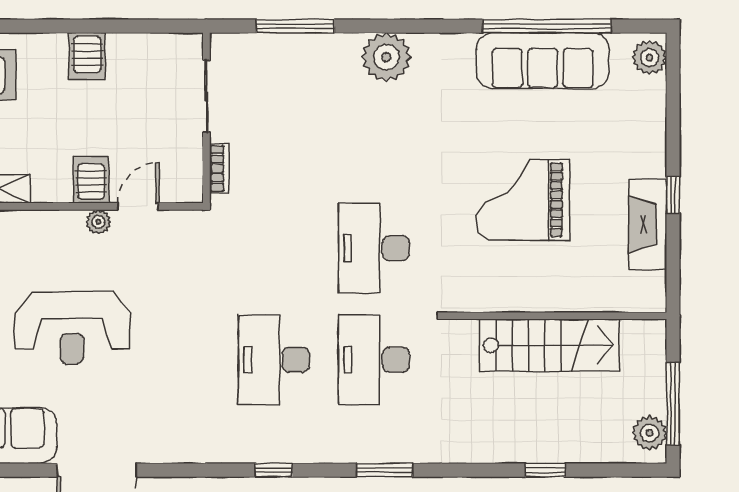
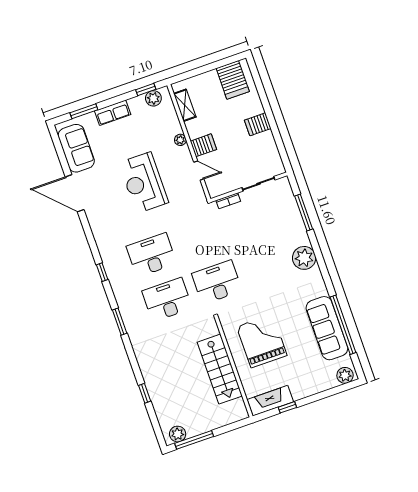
plant: (98, 222) -> (180, 140), moved
wall: (556, 316) -> (234, 367), moved
reception desk: (72, 328) -> (144, 183), moved
stairs: (549, 345) -> (220, 369), moved

